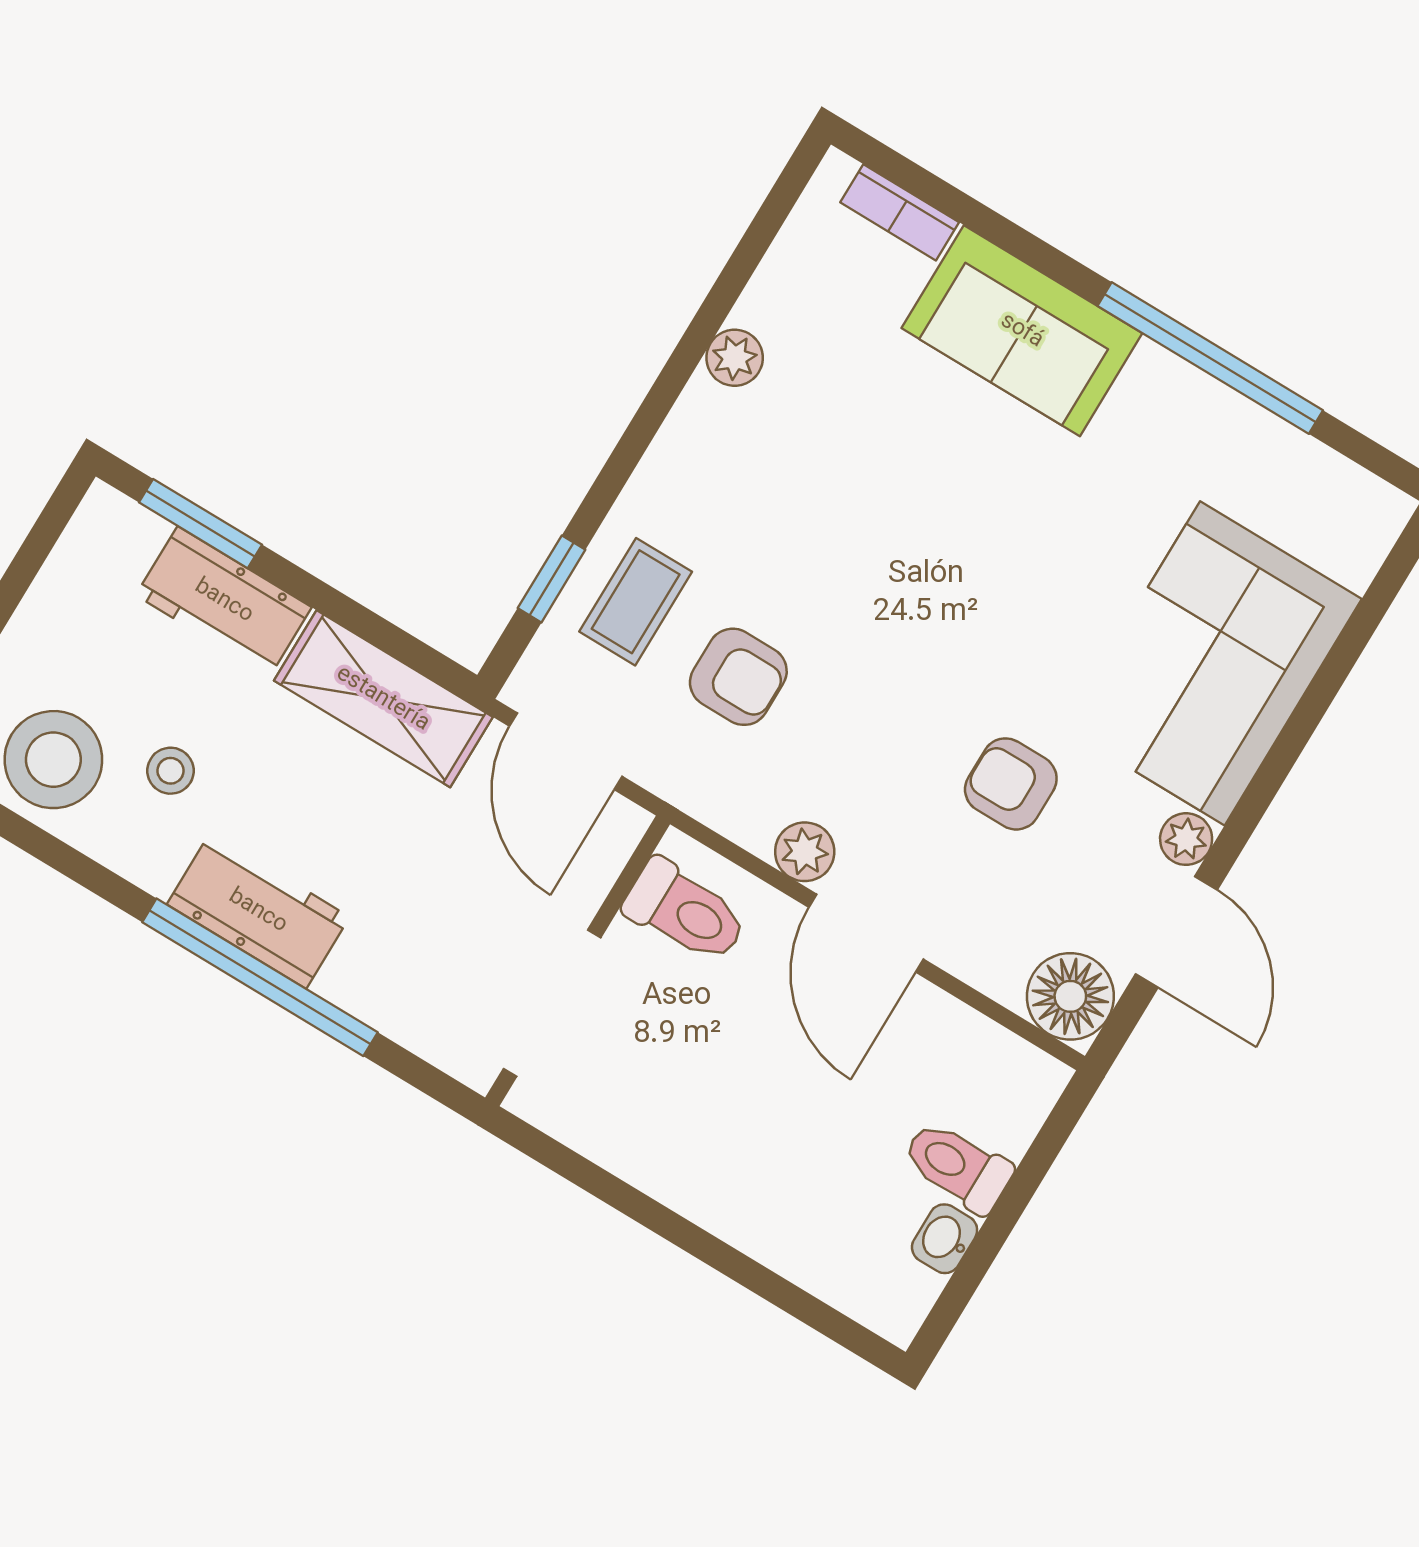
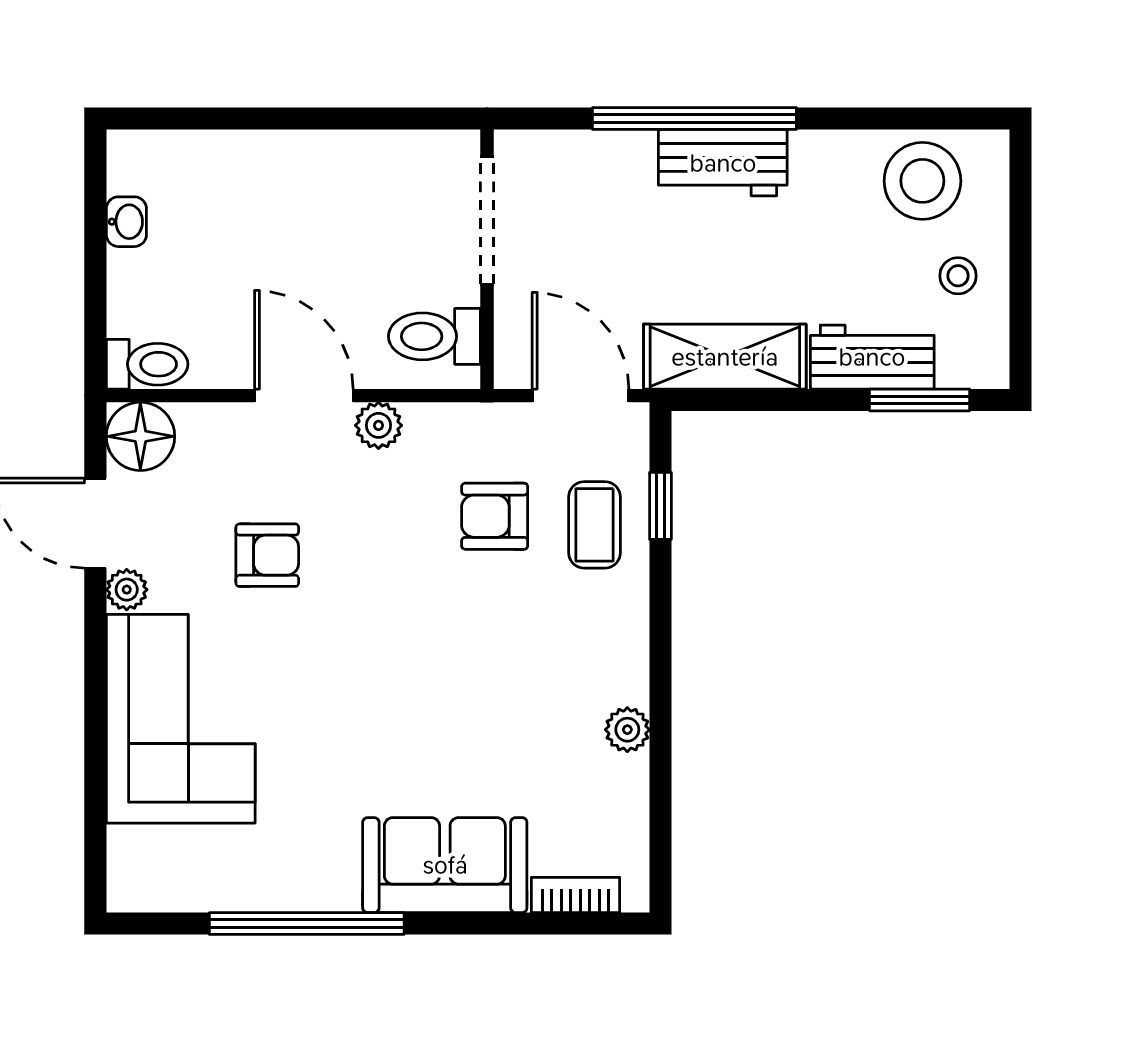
stool: (171, 771) -> (958, 276), moved
toilet: (958, 1166) -> (147, 364), moved

